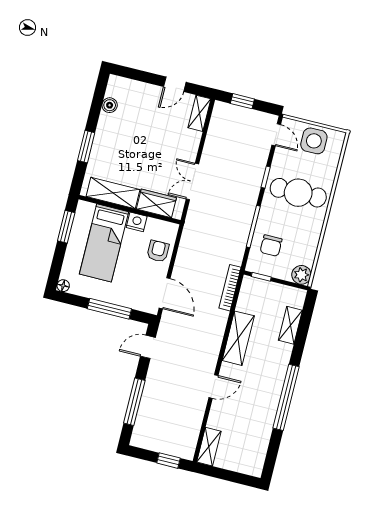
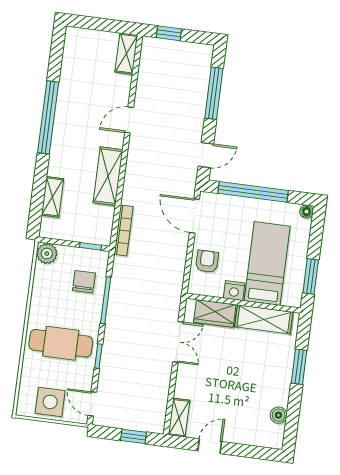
armchair: (158, 251) -> (207, 261), turned 180
window: (109, 309) -> (253, 192), width x1.46

